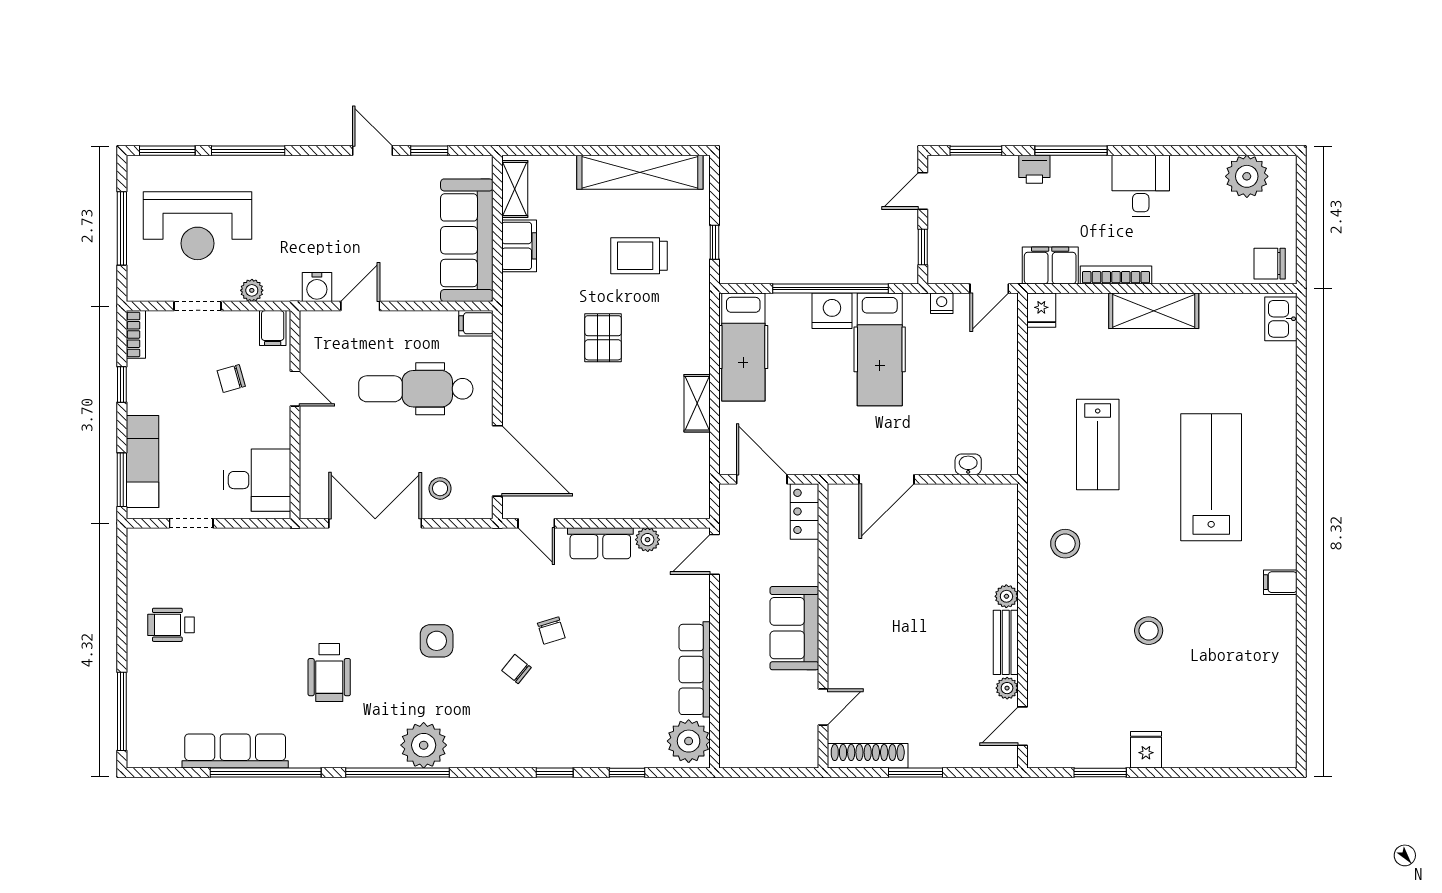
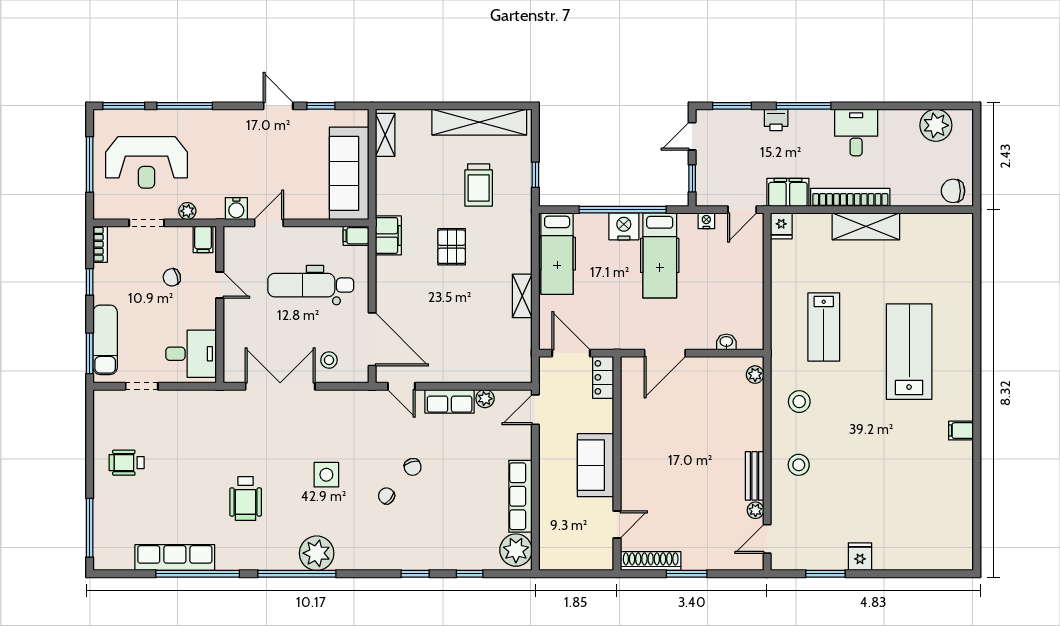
filing cabinet: (519, 246) -> (388, 235), moved
trolley: (639, 256) -> (479, 185), turned -90
bookcase: (1116, 275) -> (850, 197), width x1.48, depth x1.31
kitchen sink: (1281, 319) -> (961, 232), removed
plant: (1006, 596) -> (755, 375), moved
stool: (1149, 631) -> (799, 465), moved

